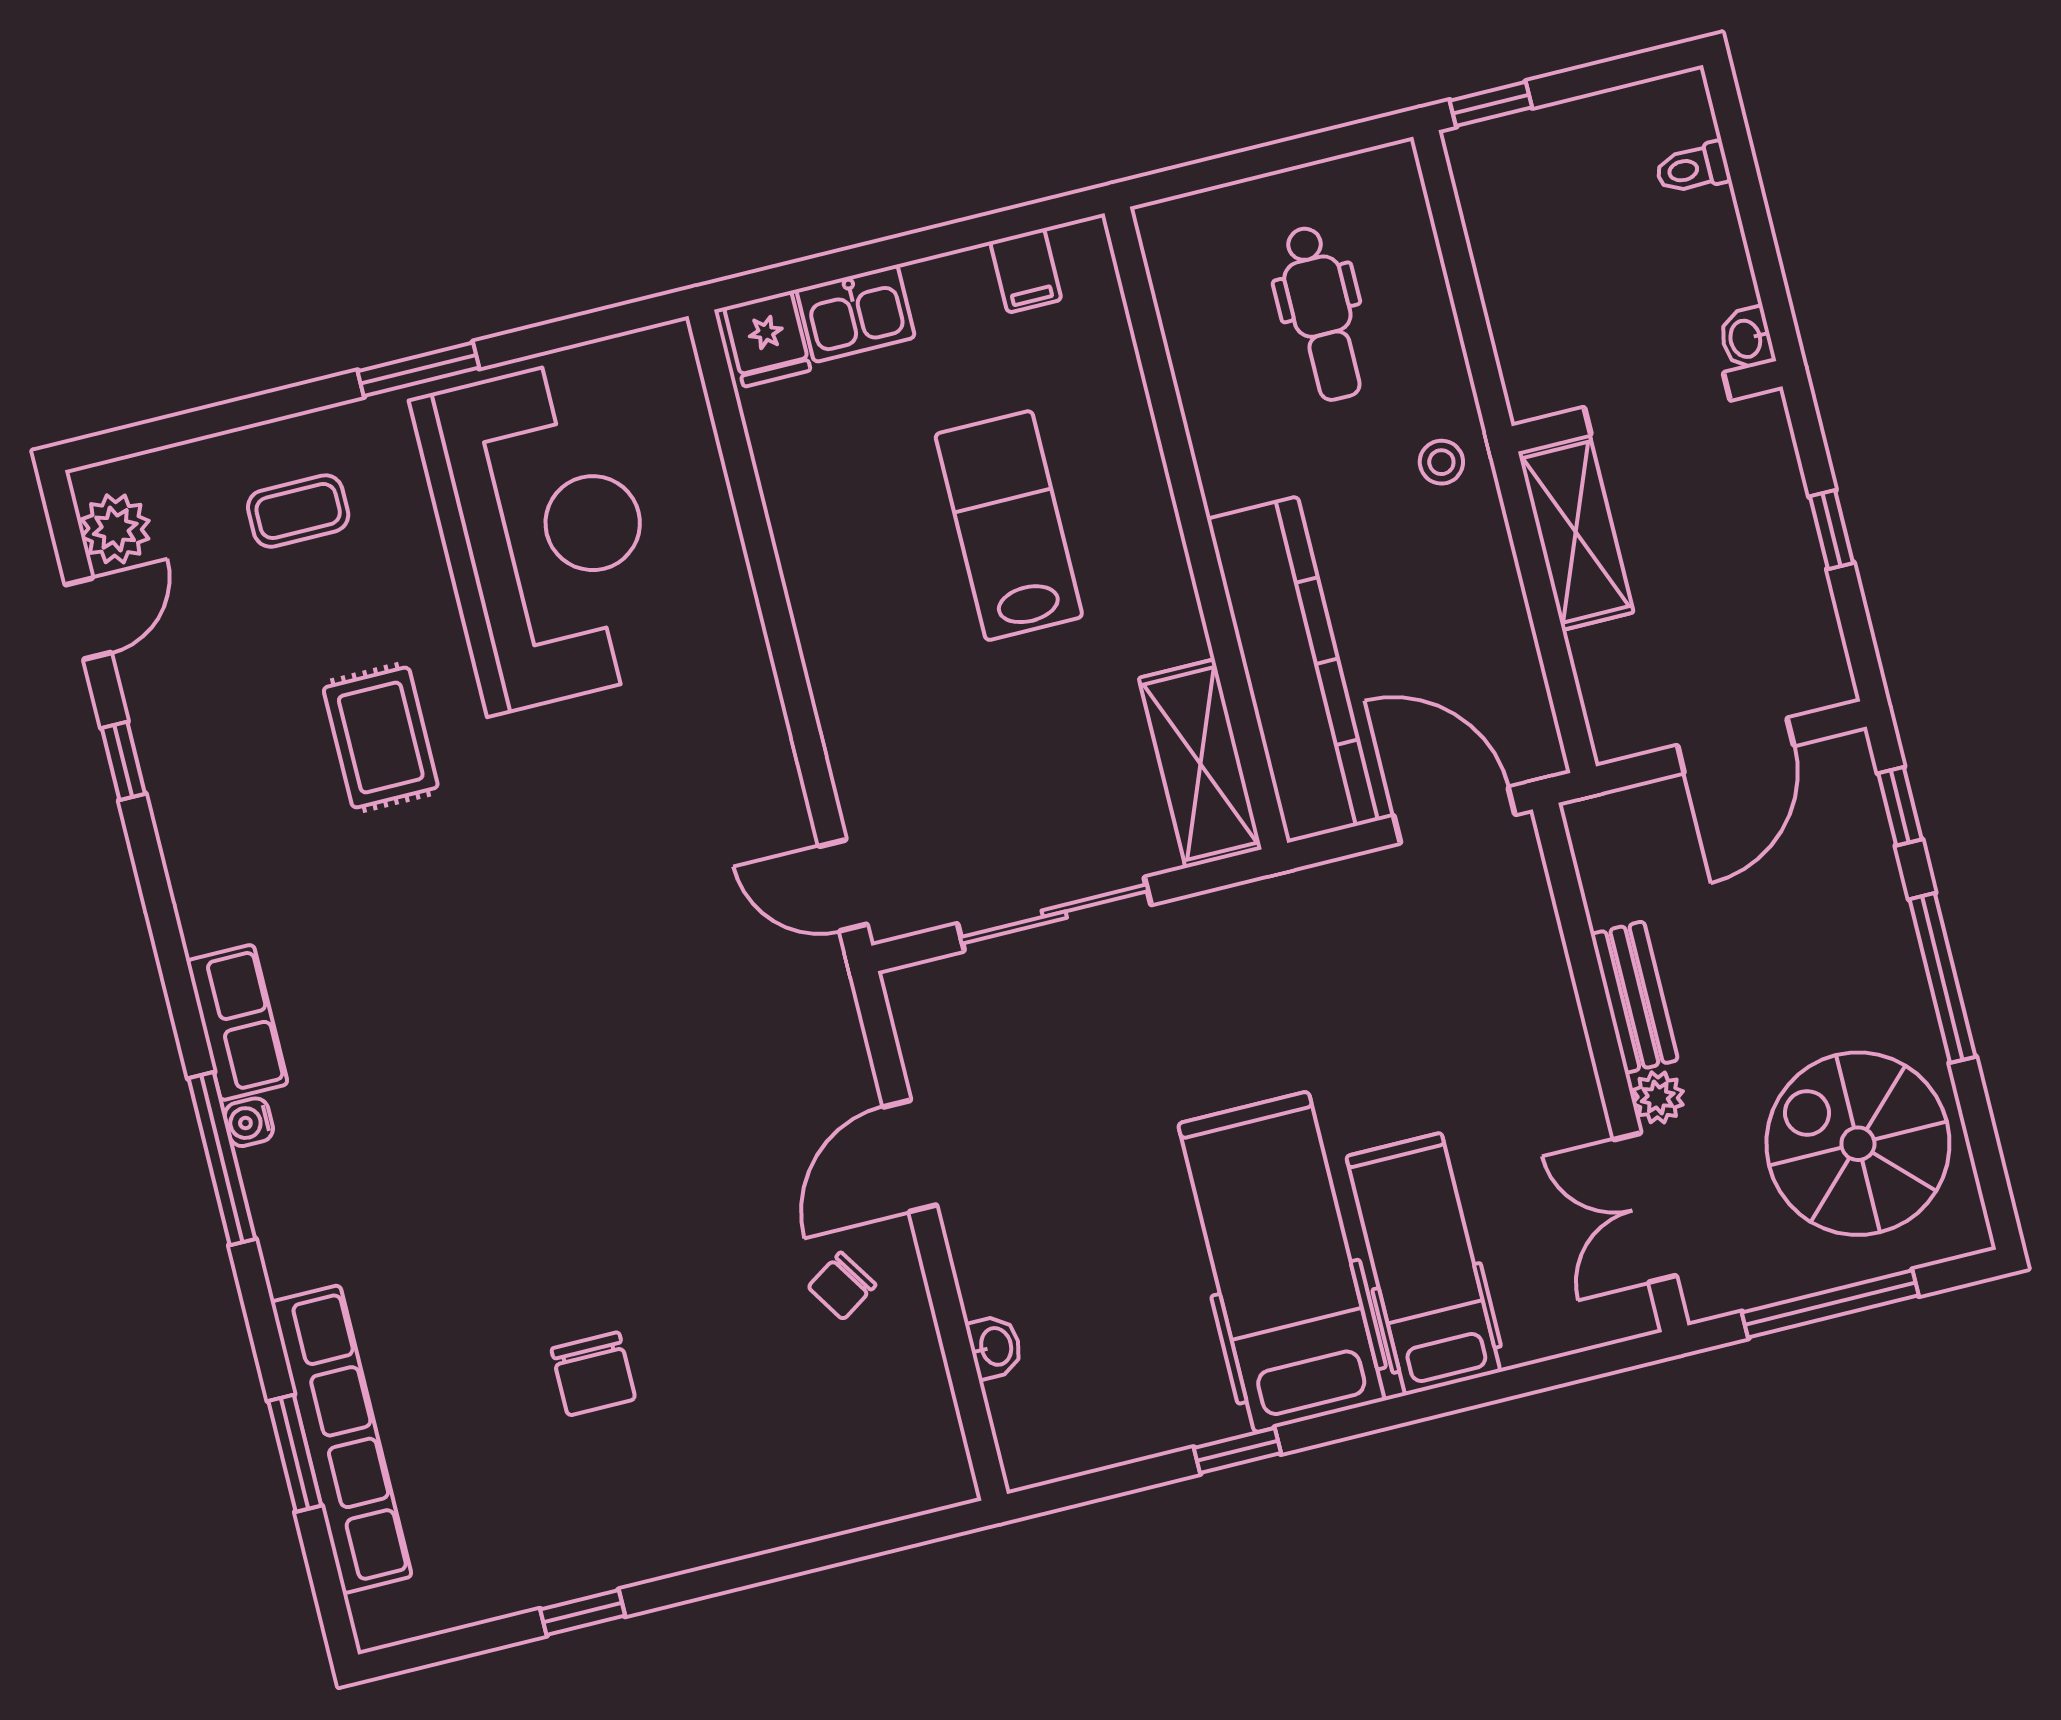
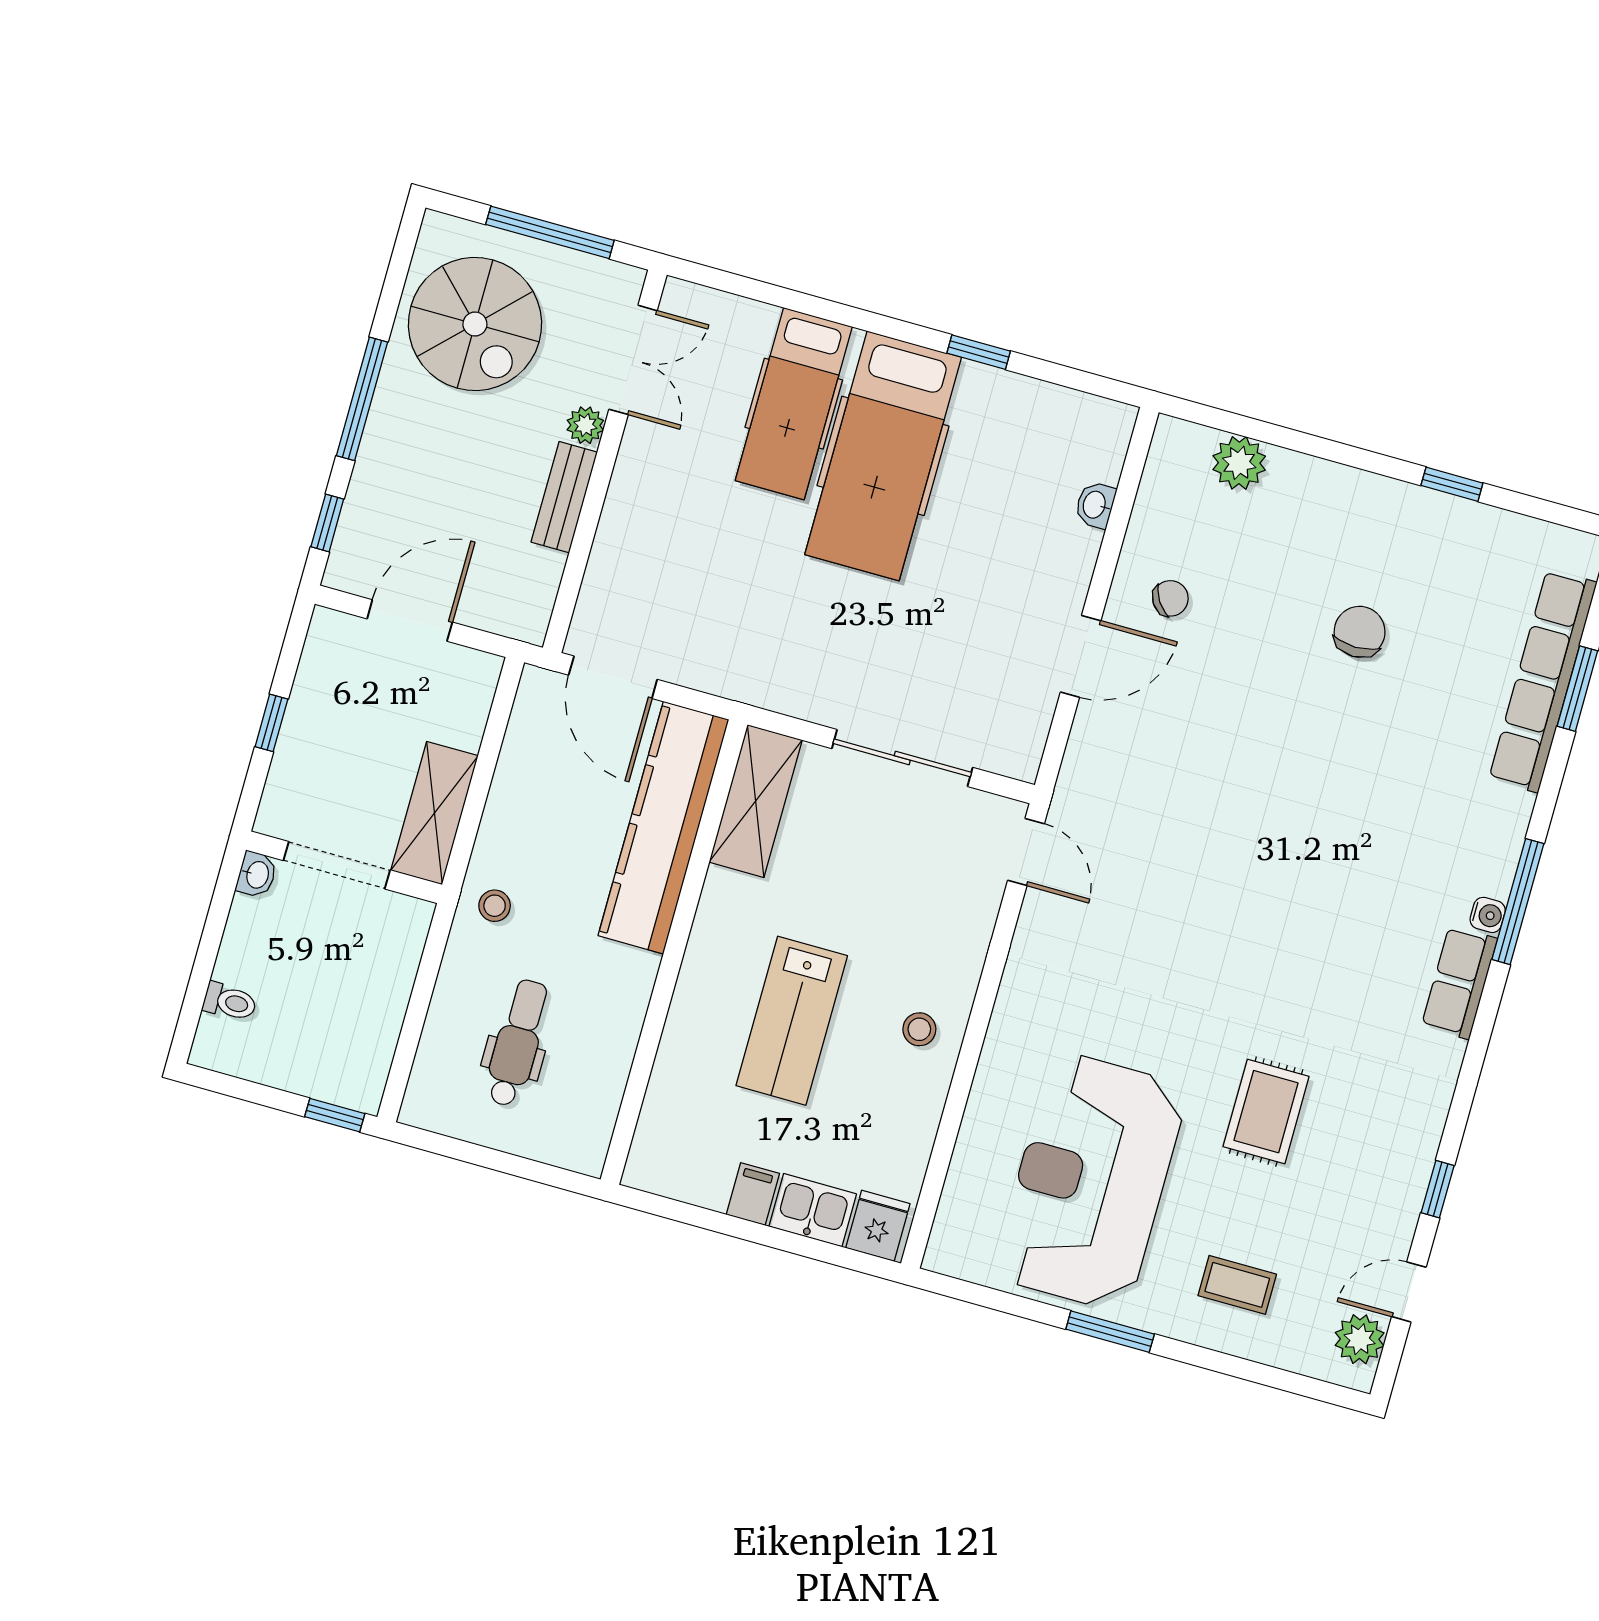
filing cabinet: (1026, 271) -> (753, 1194), moved
stool: (851, 602) -> (919, 1029), added
plant: (851, 1494) -> (1239, 463), added

